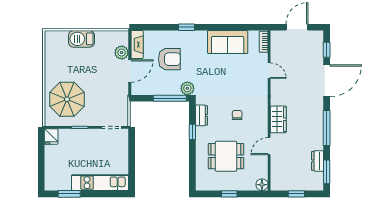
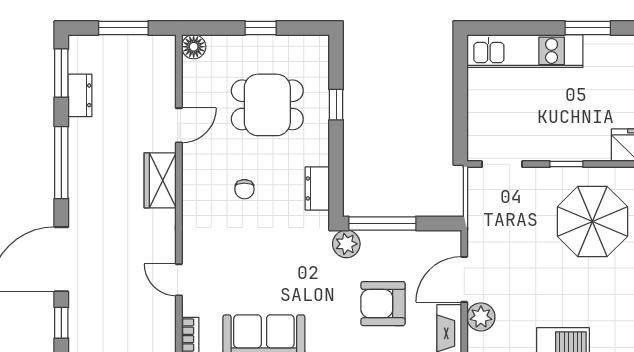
window: (192, 132) -> (336, 105), moved
window: (296, 194) -> (123, 28), width x1.50

